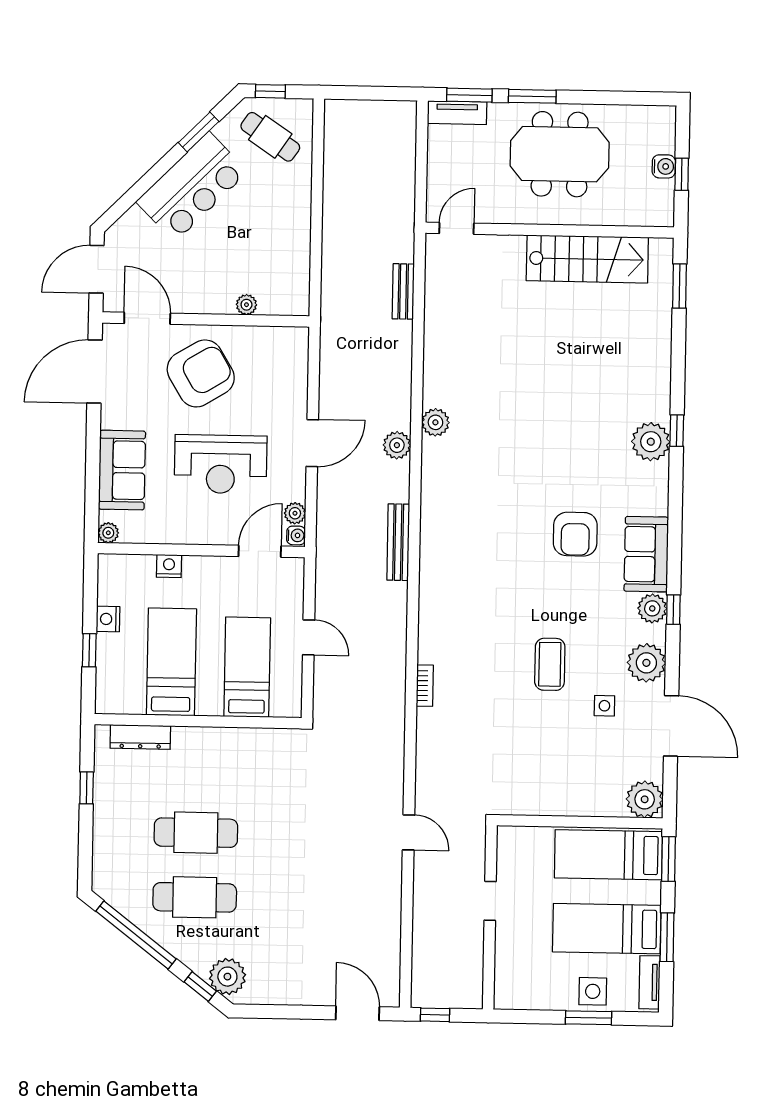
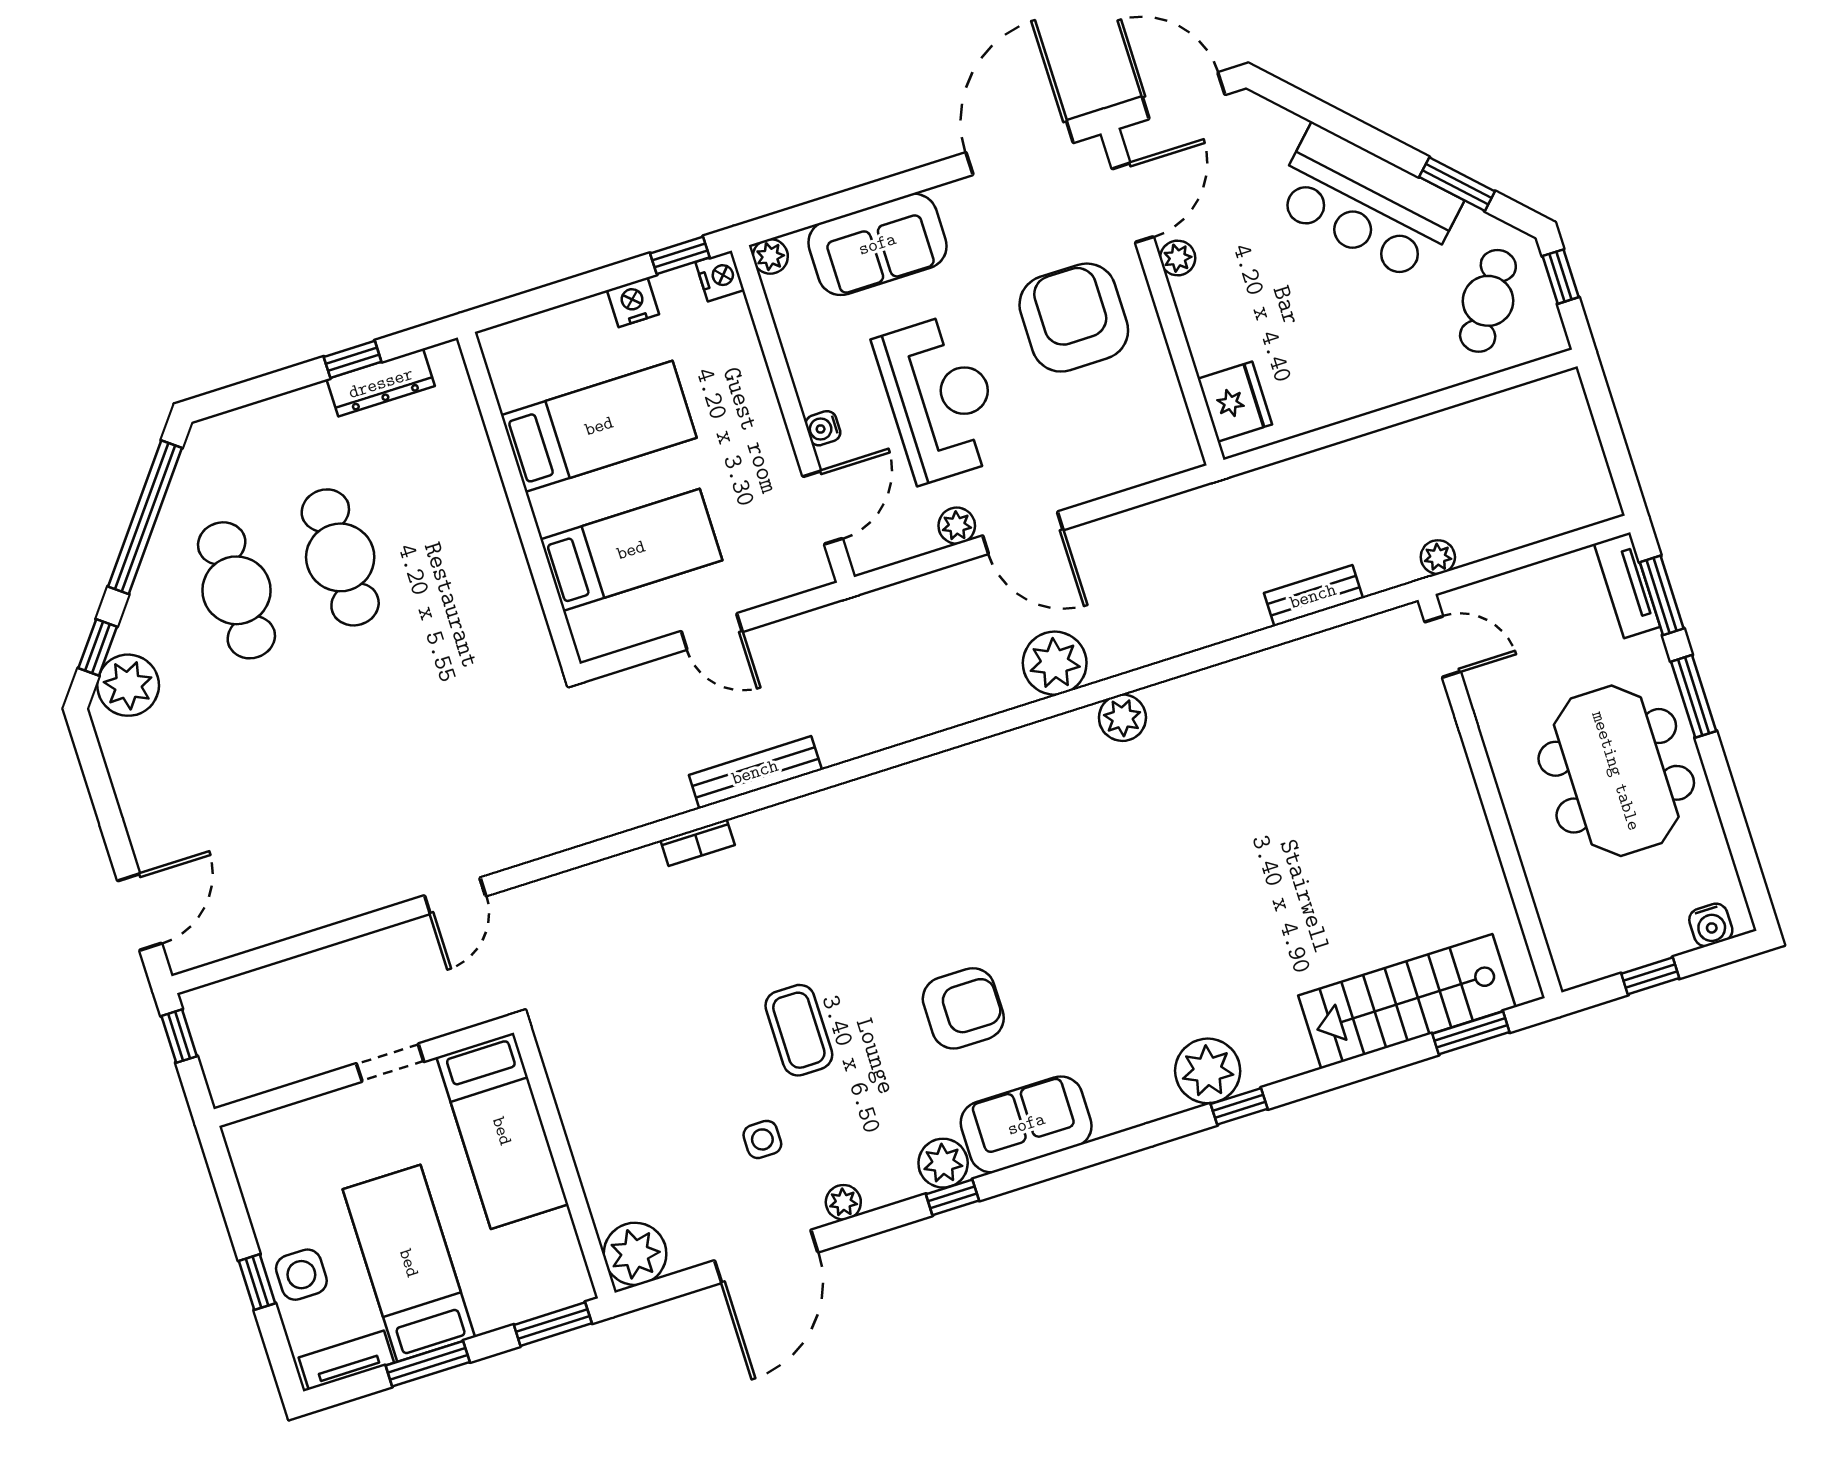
water cooler: (664, 166) -> (1711, 925), moved
plant: (405, 214) -> (1438, 557), added
stairs: (587, 259) -> (1407, 1001), moved, turned 90
fridge: (279, 299) -> (1235, 402), added
plant: (246, 305) -> (1178, 258), moved
door: (95, 372) -> (1020, 148), hinge flipped
armchair: (201, 373) -> (1074, 318), turned -149
plant: (397, 445) -> (1055, 663), width x1.36, depth x1.36
reception desk: (221, 464) -> (940, 398), turned 180
plant: (295, 513) -> (957, 526), moved
armchair: (575, 534) -> (963, 1008), moved, turned 180
water cooler: (296, 535) -> (823, 428), moved, turned 90
bench: (398, 542) -> (755, 772), moved
door: (260, 551) -> (823, 508), hinge flipped
nightstand: (169, 566) -> (720, 276), moved
door: (309, 637) -> (712, 632), hinge flipped
window: (89, 650) -> (680, 255), moved
plant: (646, 663) -> (843, 1202), width x0.53, depth x0.53
coffee table: (550, 664) -> (799, 1030), turned 90
dresser: (140, 737) -> (381, 383), moved, turned -90
bed: (608, 855) -> (502, 1131), moved, turned 180
window: (588, 1018) -> (257, 1282), width x0.67

